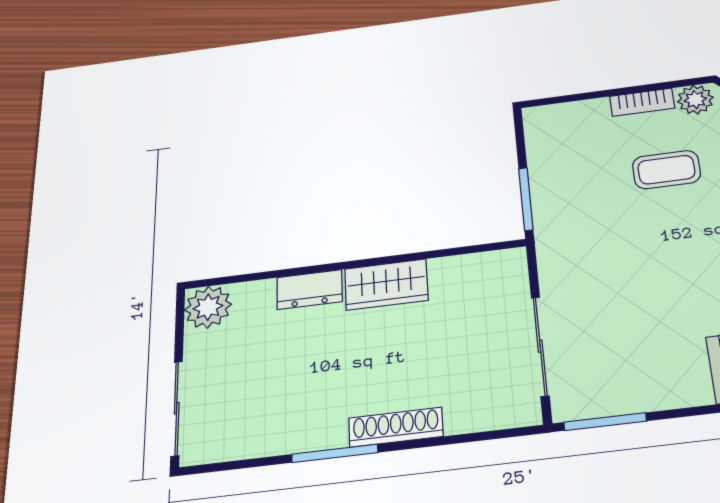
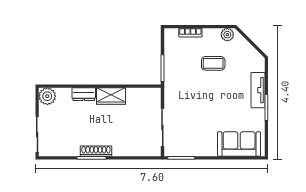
bookcase: (642, 102) -> (190, 33), moved
shoe rack: (396, 427) -> (96, 151), moved

